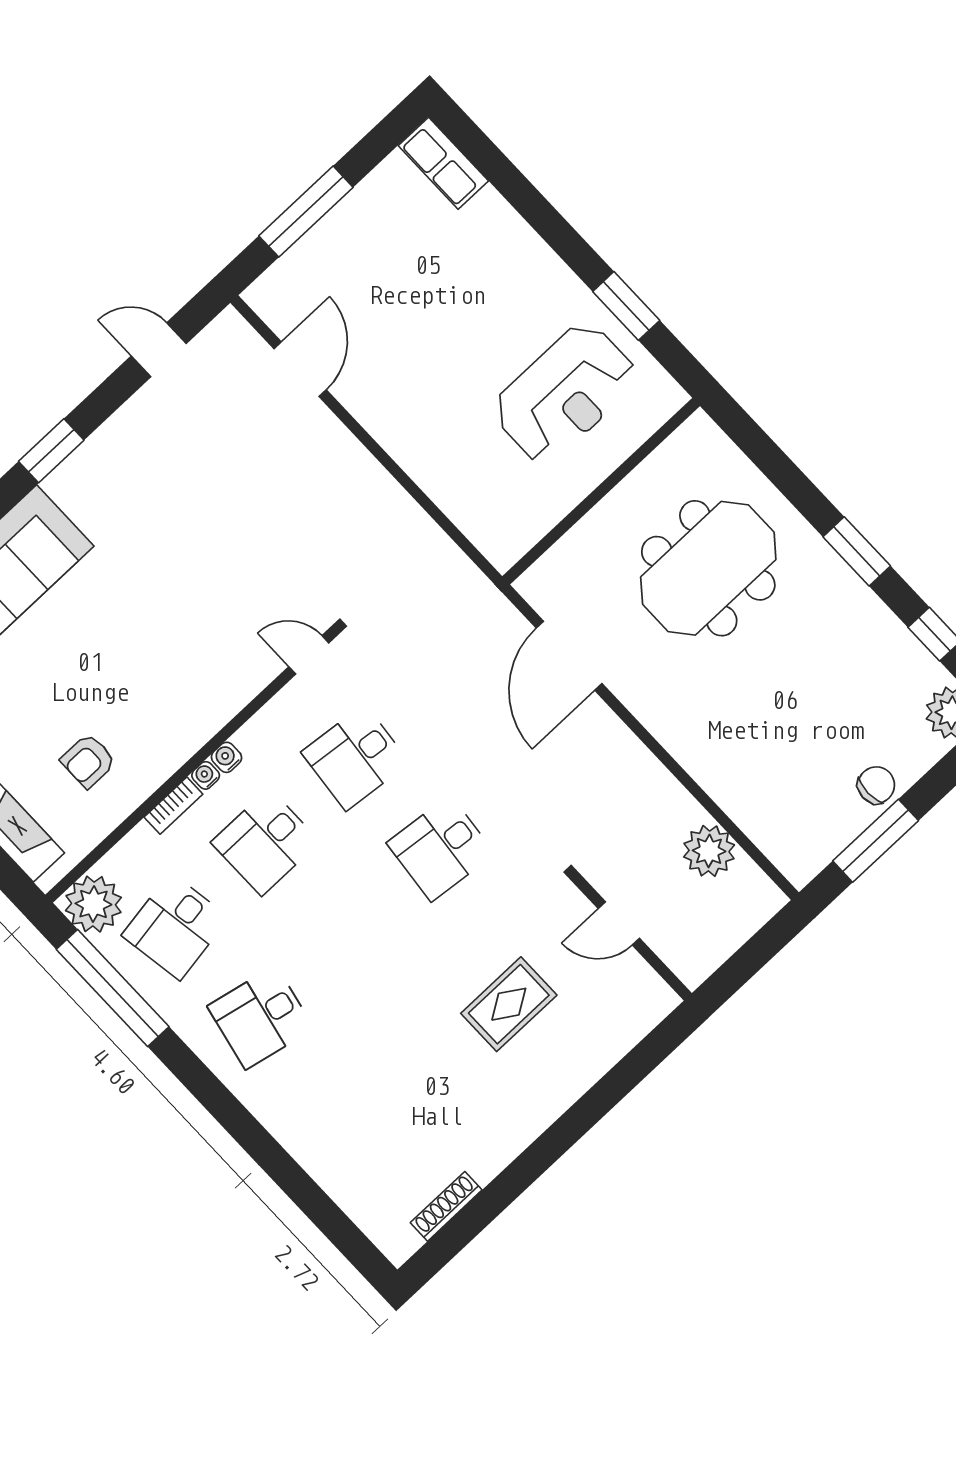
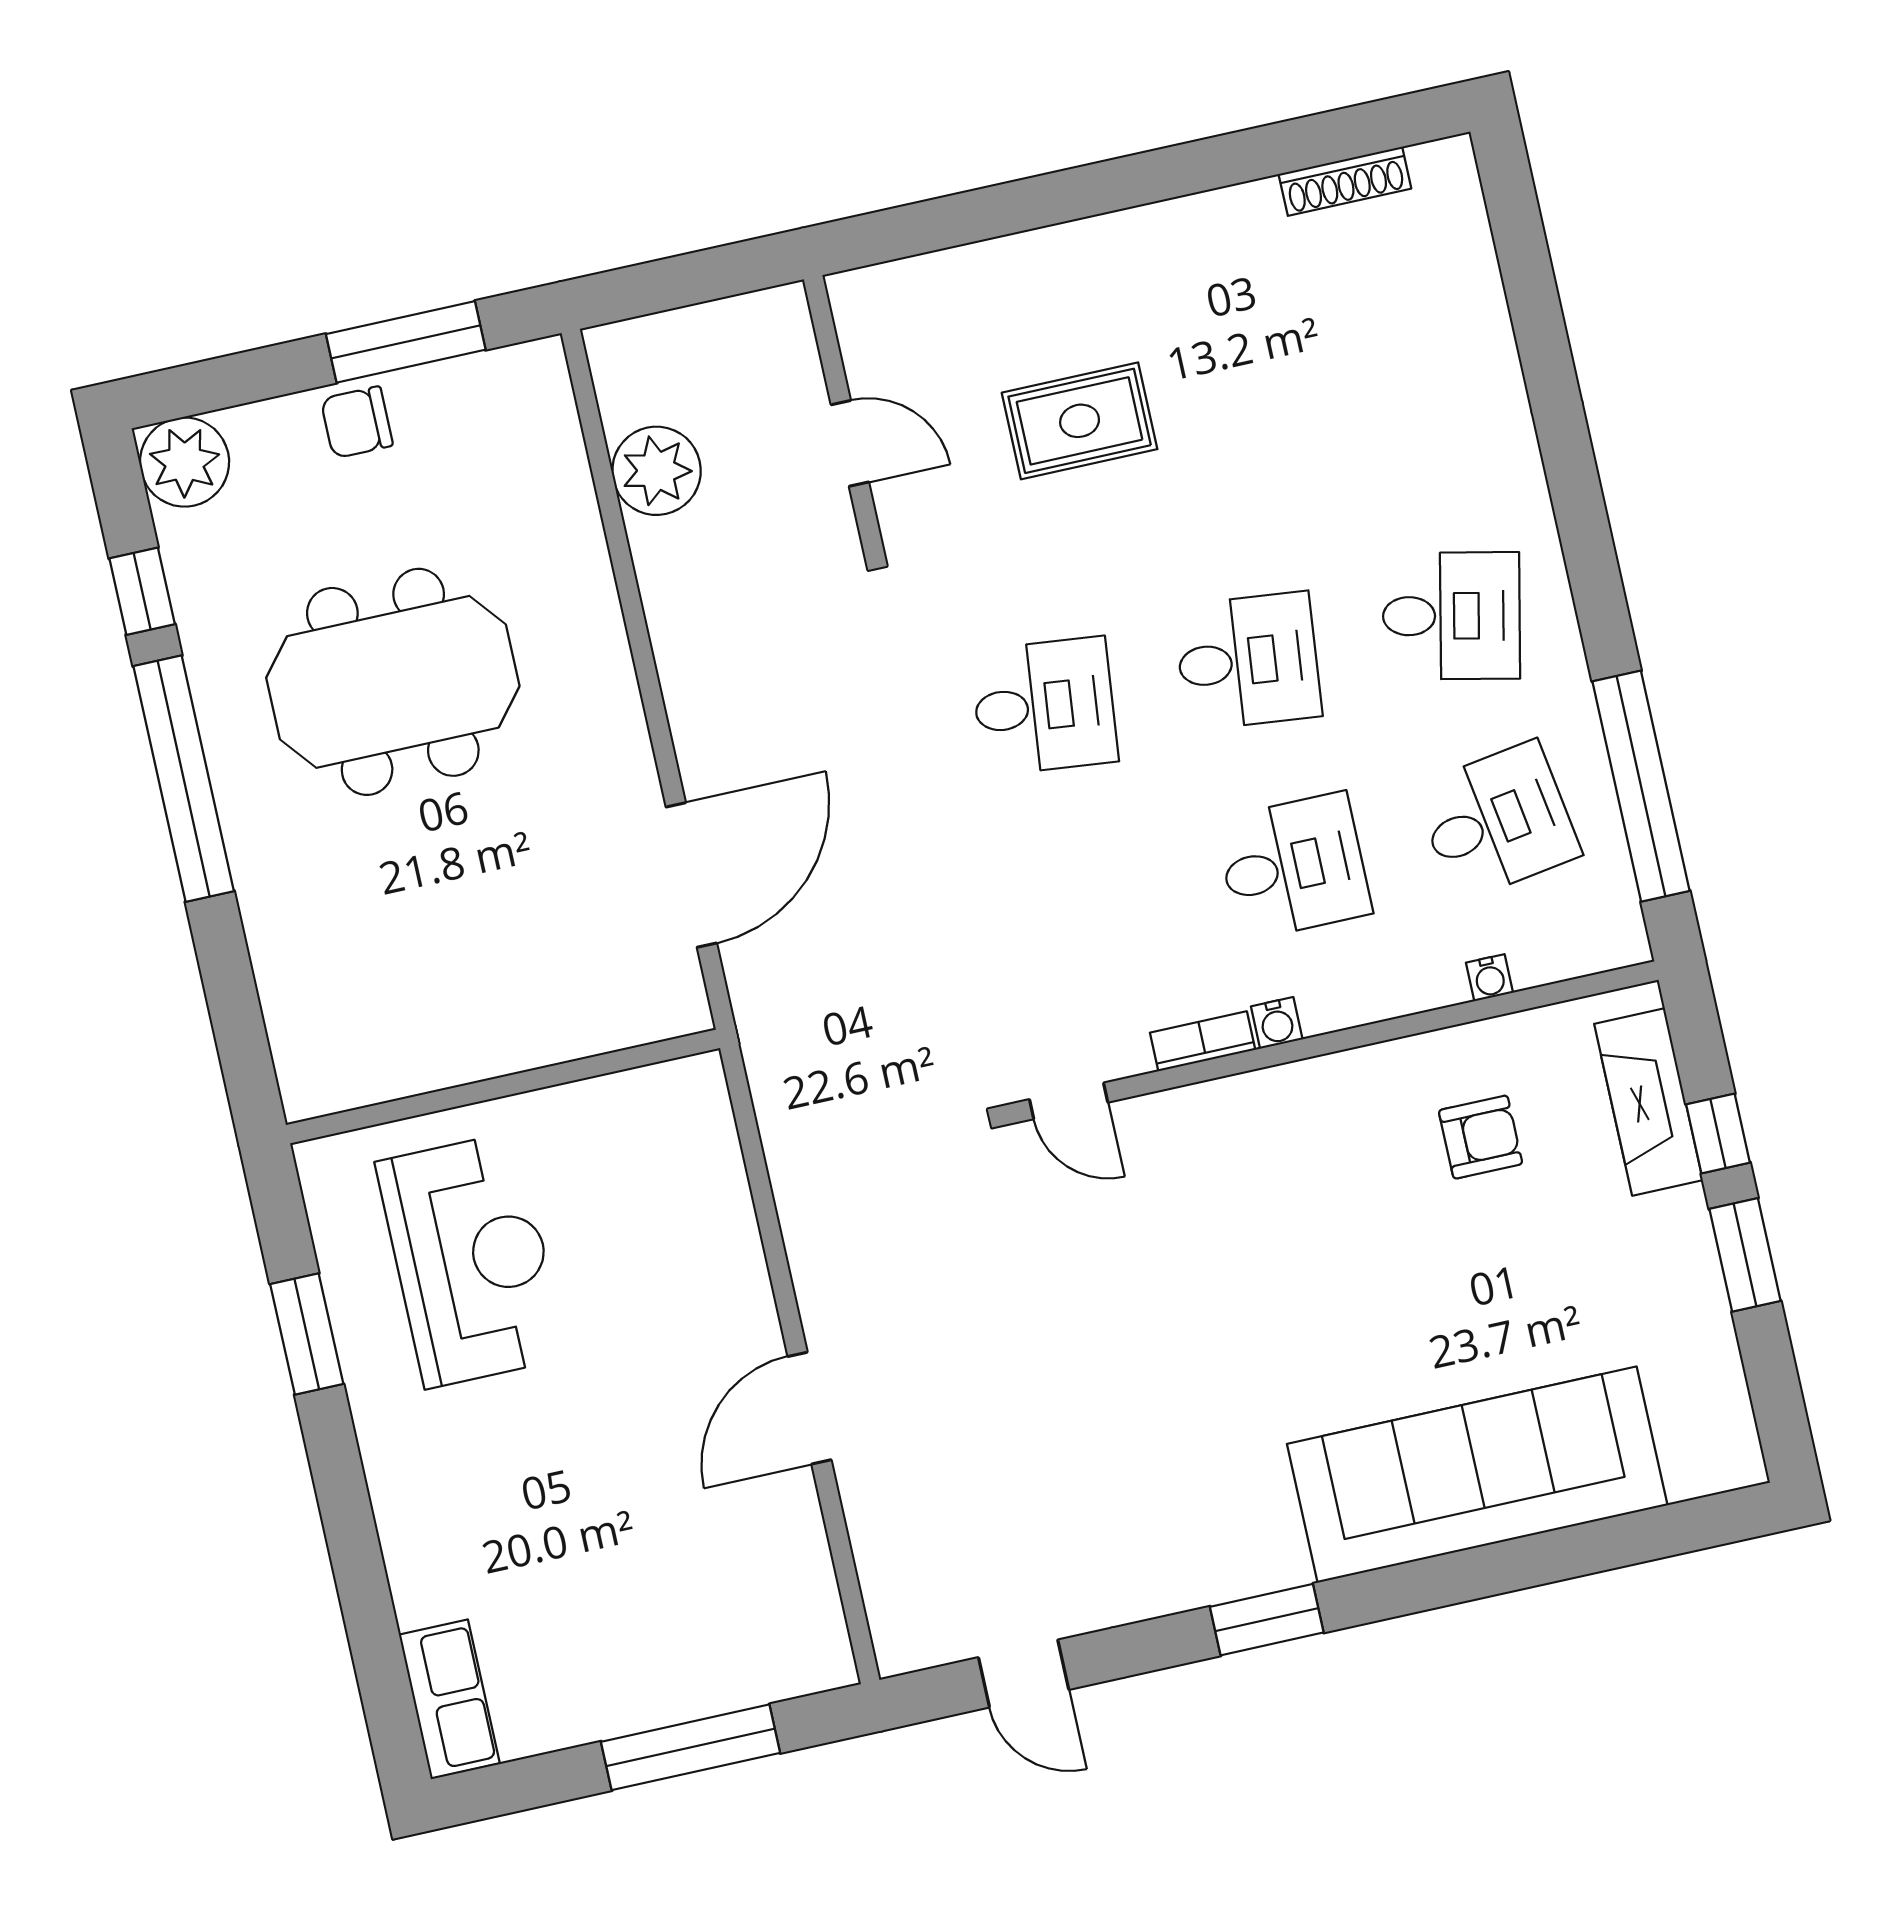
door: (300, 369) -> (809, 1408), moved
reception desk: (565, 393) -> (471, 1260), turned 90
window: (857, 551) -> (184, 779), width x2.11
meeting table: (708, 568) -> (393, 682), moved
desk: (355, 758) -> (1248, 661), moved
water cooler: (206, 775) -> (1490, 978), moved
bookcase: (173, 806) -> (1203, 1041), moved
plant: (93, 904) -> (1597, 925), removed

